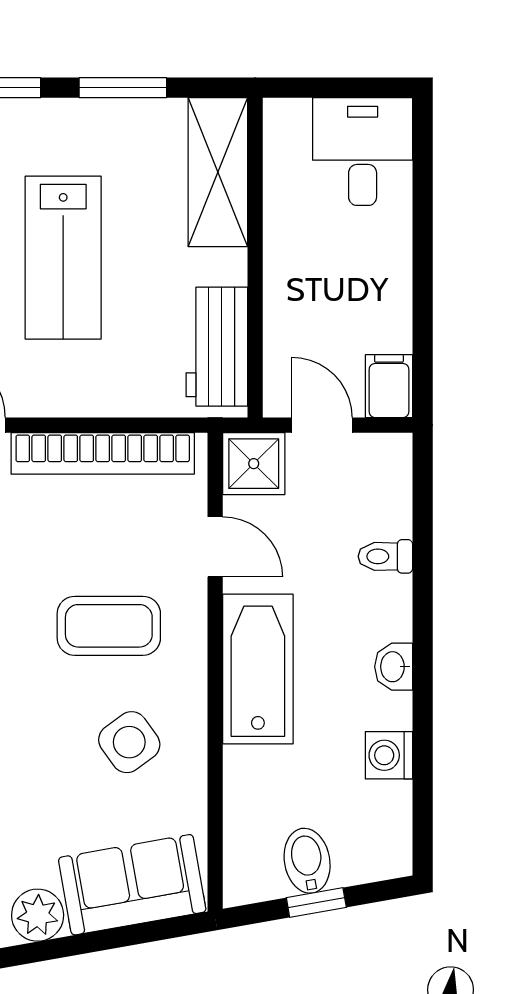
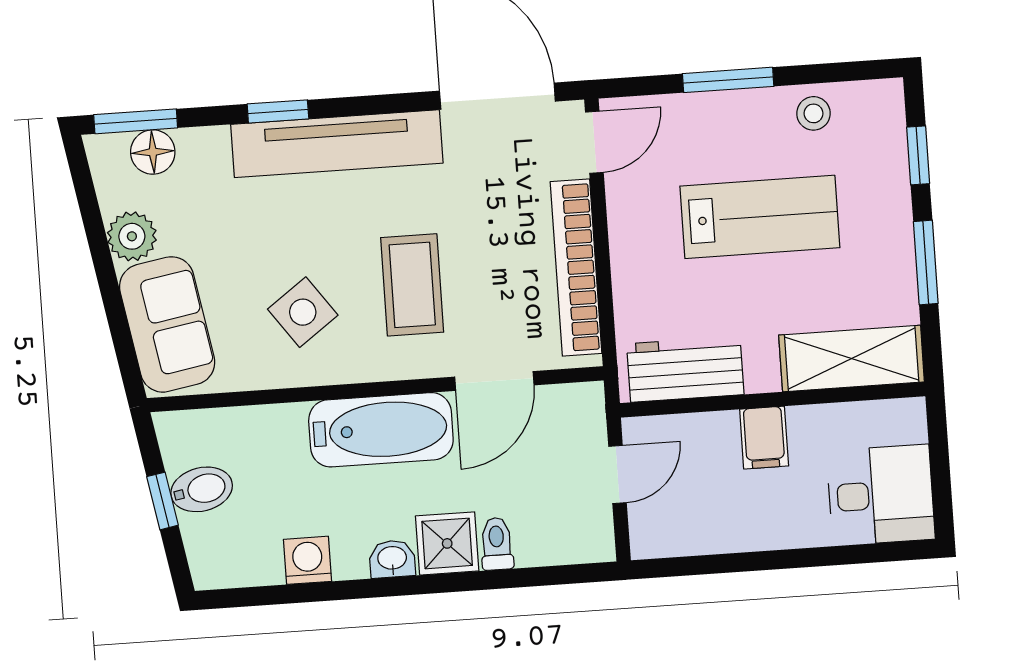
lab bench: (63, 258) -> (760, 217), turned 180
filing cabinet: (389, 386) -> (764, 438), moved, turned 90
shower: (254, 464) -> (447, 543), moved
door: (215, 547) -> (494, 381), width x1.38

